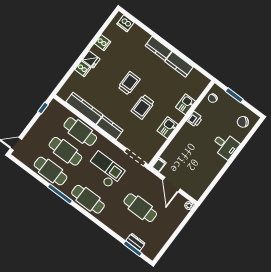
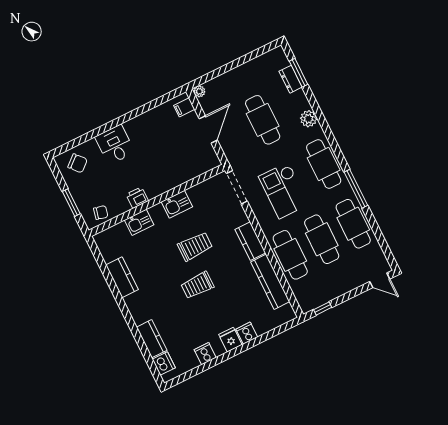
kitchen counter: (158, 48) -> (152, 339), moved
filing cabinet: (159, 165) -> (184, 107), moved
plant: (112, 223) -> (309, 119), added

